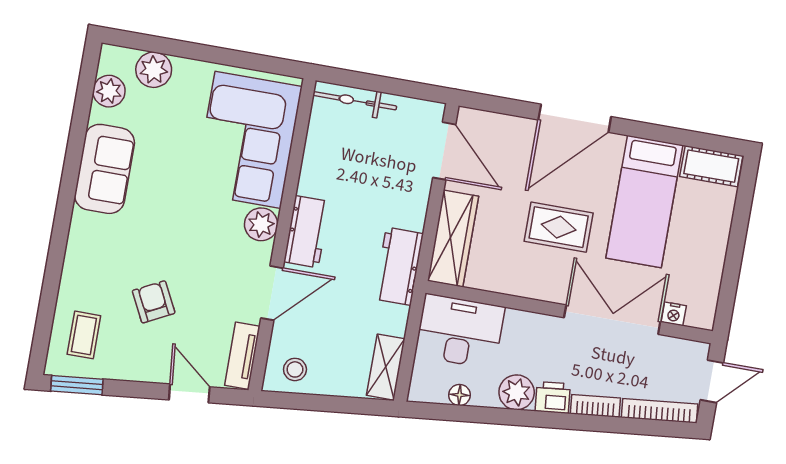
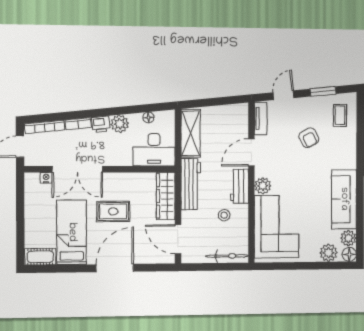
floor lamp: (113, 59) -> (349, 254), added
sofa: (105, 169) -> (344, 199), width x1.36
workbench: (399, 266) -> (191, 184), width x1.38
shelving: (386, 367) -> (191, 133), width x1.50, depth x1.33
stool: (295, 369) -> (224, 215), moved
window: (77, 385) -> (323, 91), moved
door: (189, 393) -> (284, 95), swing flipped

